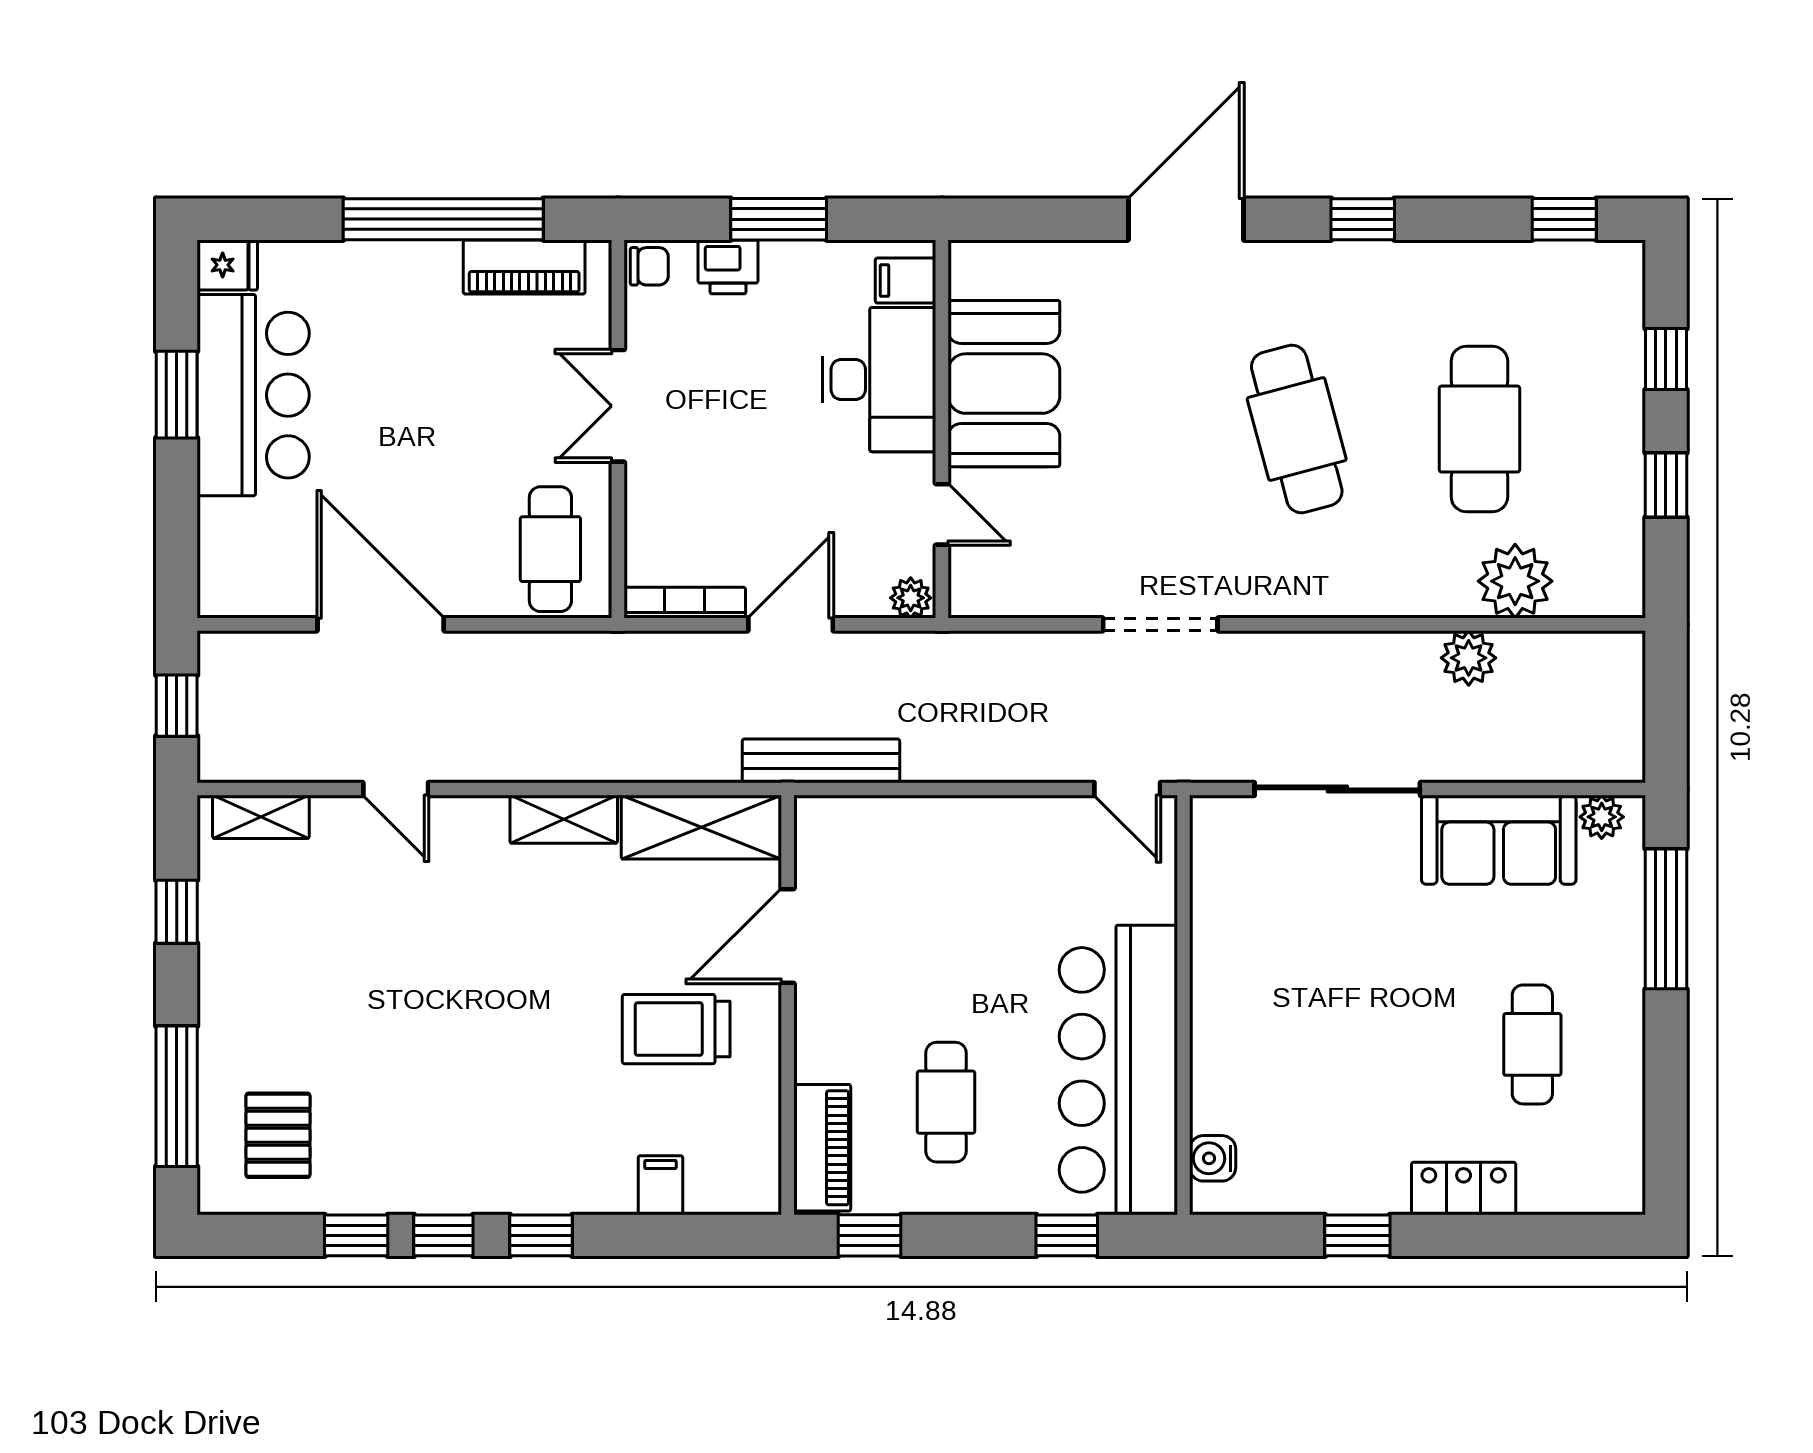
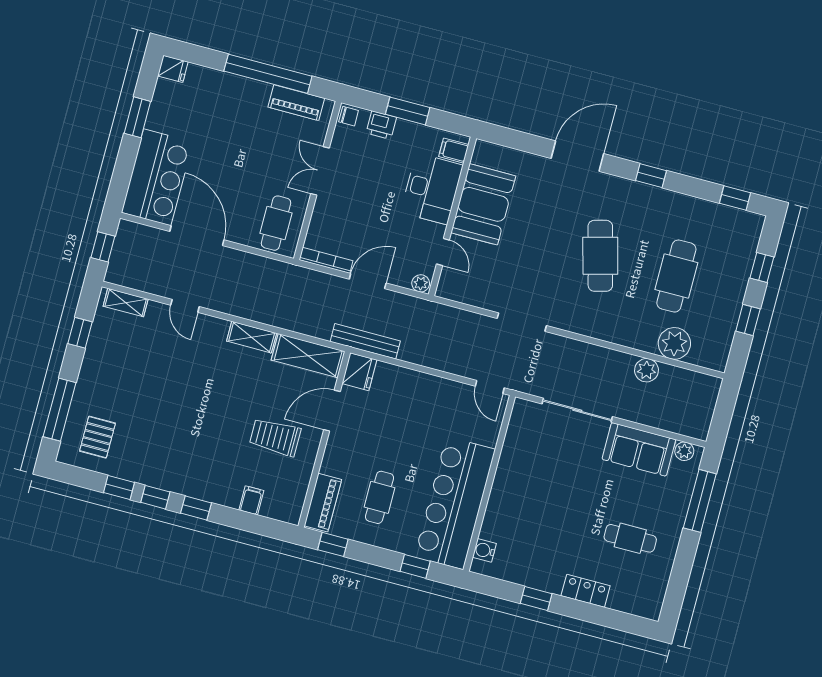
bar counter: (253, 395) -> (156, 177), moved
fridge: (826, 832) -> (359, 372), added
cafe table: (1532, 1044) -> (630, 538), turned 90

